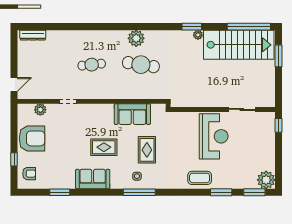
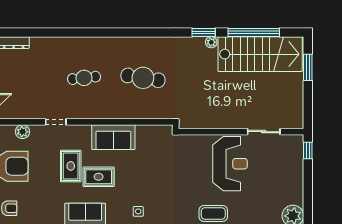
window: (249, 27) -> (254, 32), moved
plant: (136, 38) -> (137, 46), removed
sofa: (132, 114) -> (113, 137), moved
rug: (147, 150) -> (71, 166), moved

